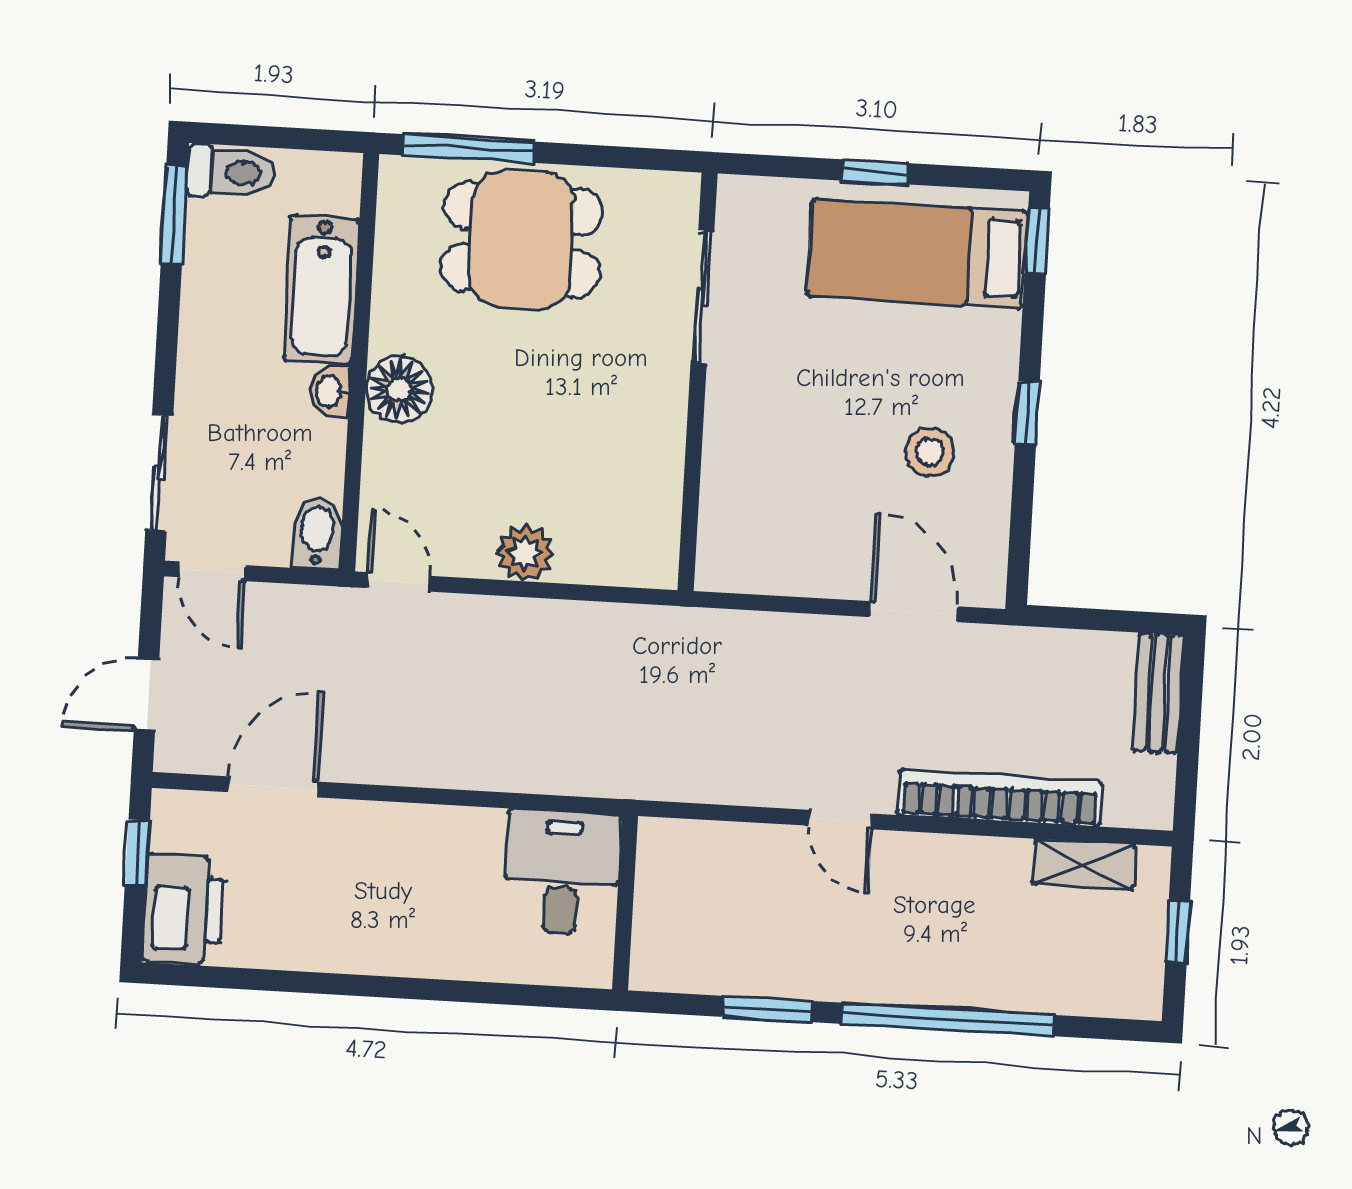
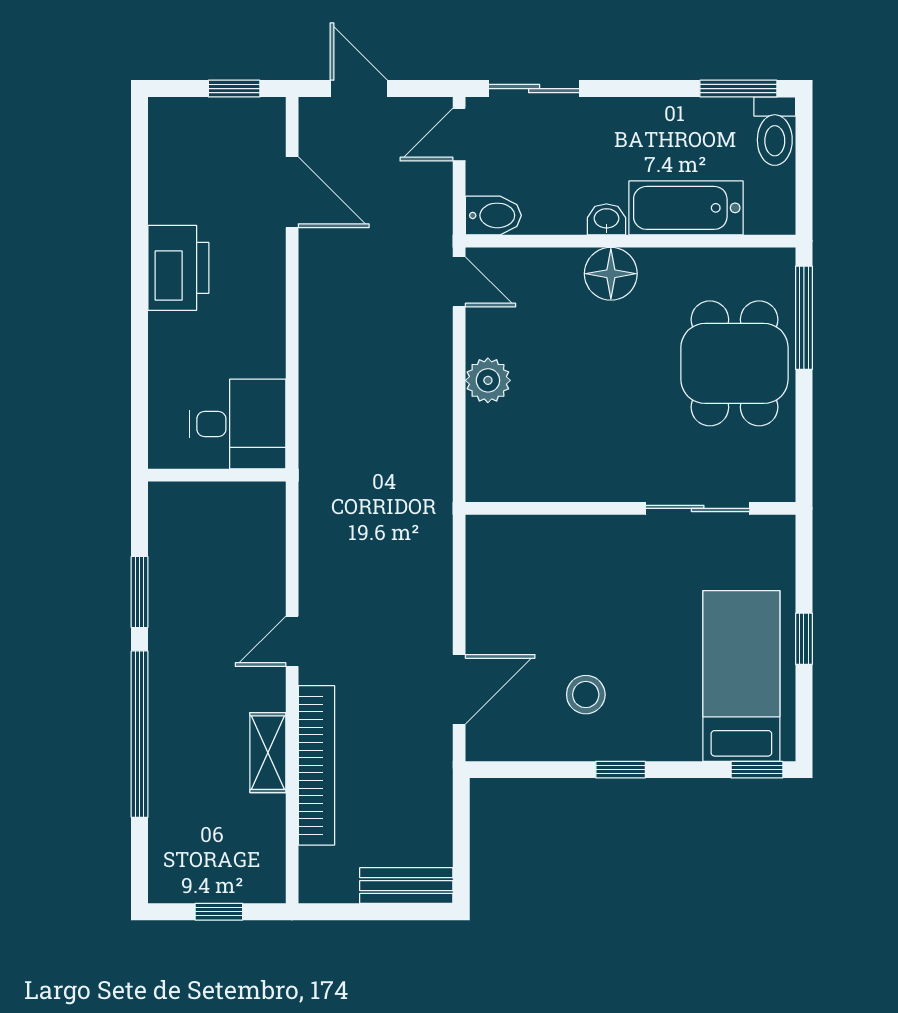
door: (398, 582) -> (459, 282), hinge flipped
shelving: (1084, 864) -> (268, 753), moved
printer: (183, 909) -> (178, 268), moved, turned -90

